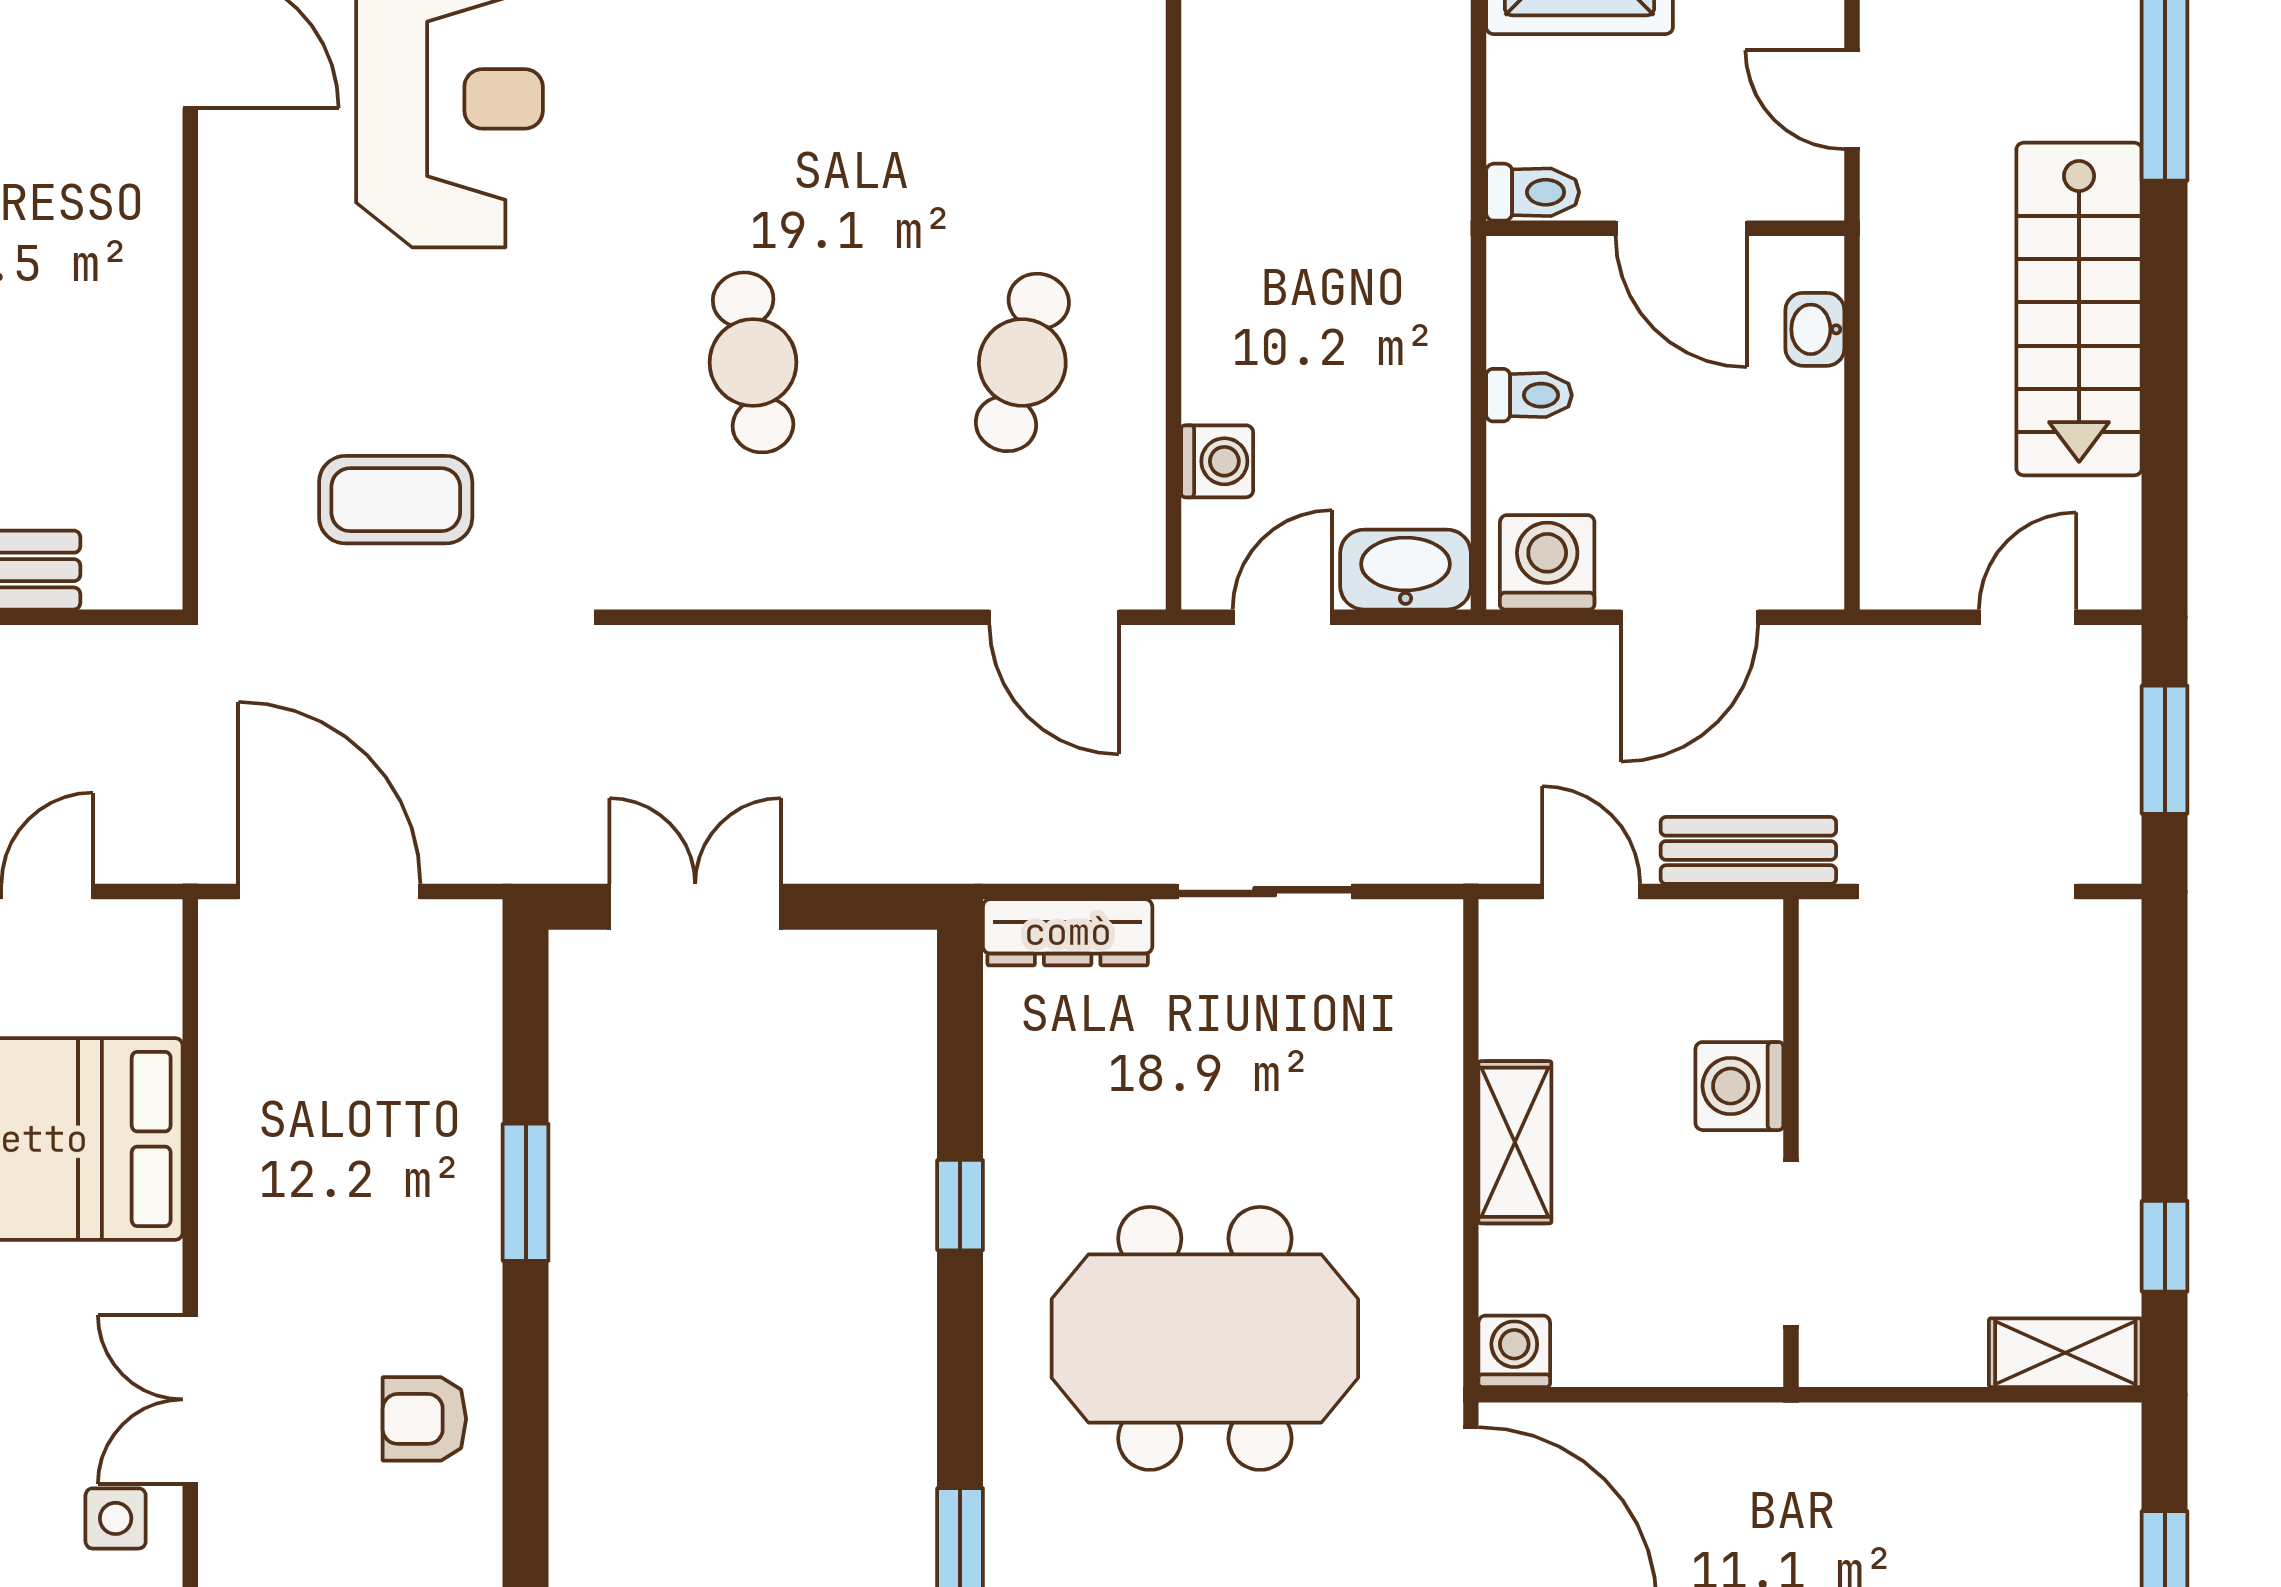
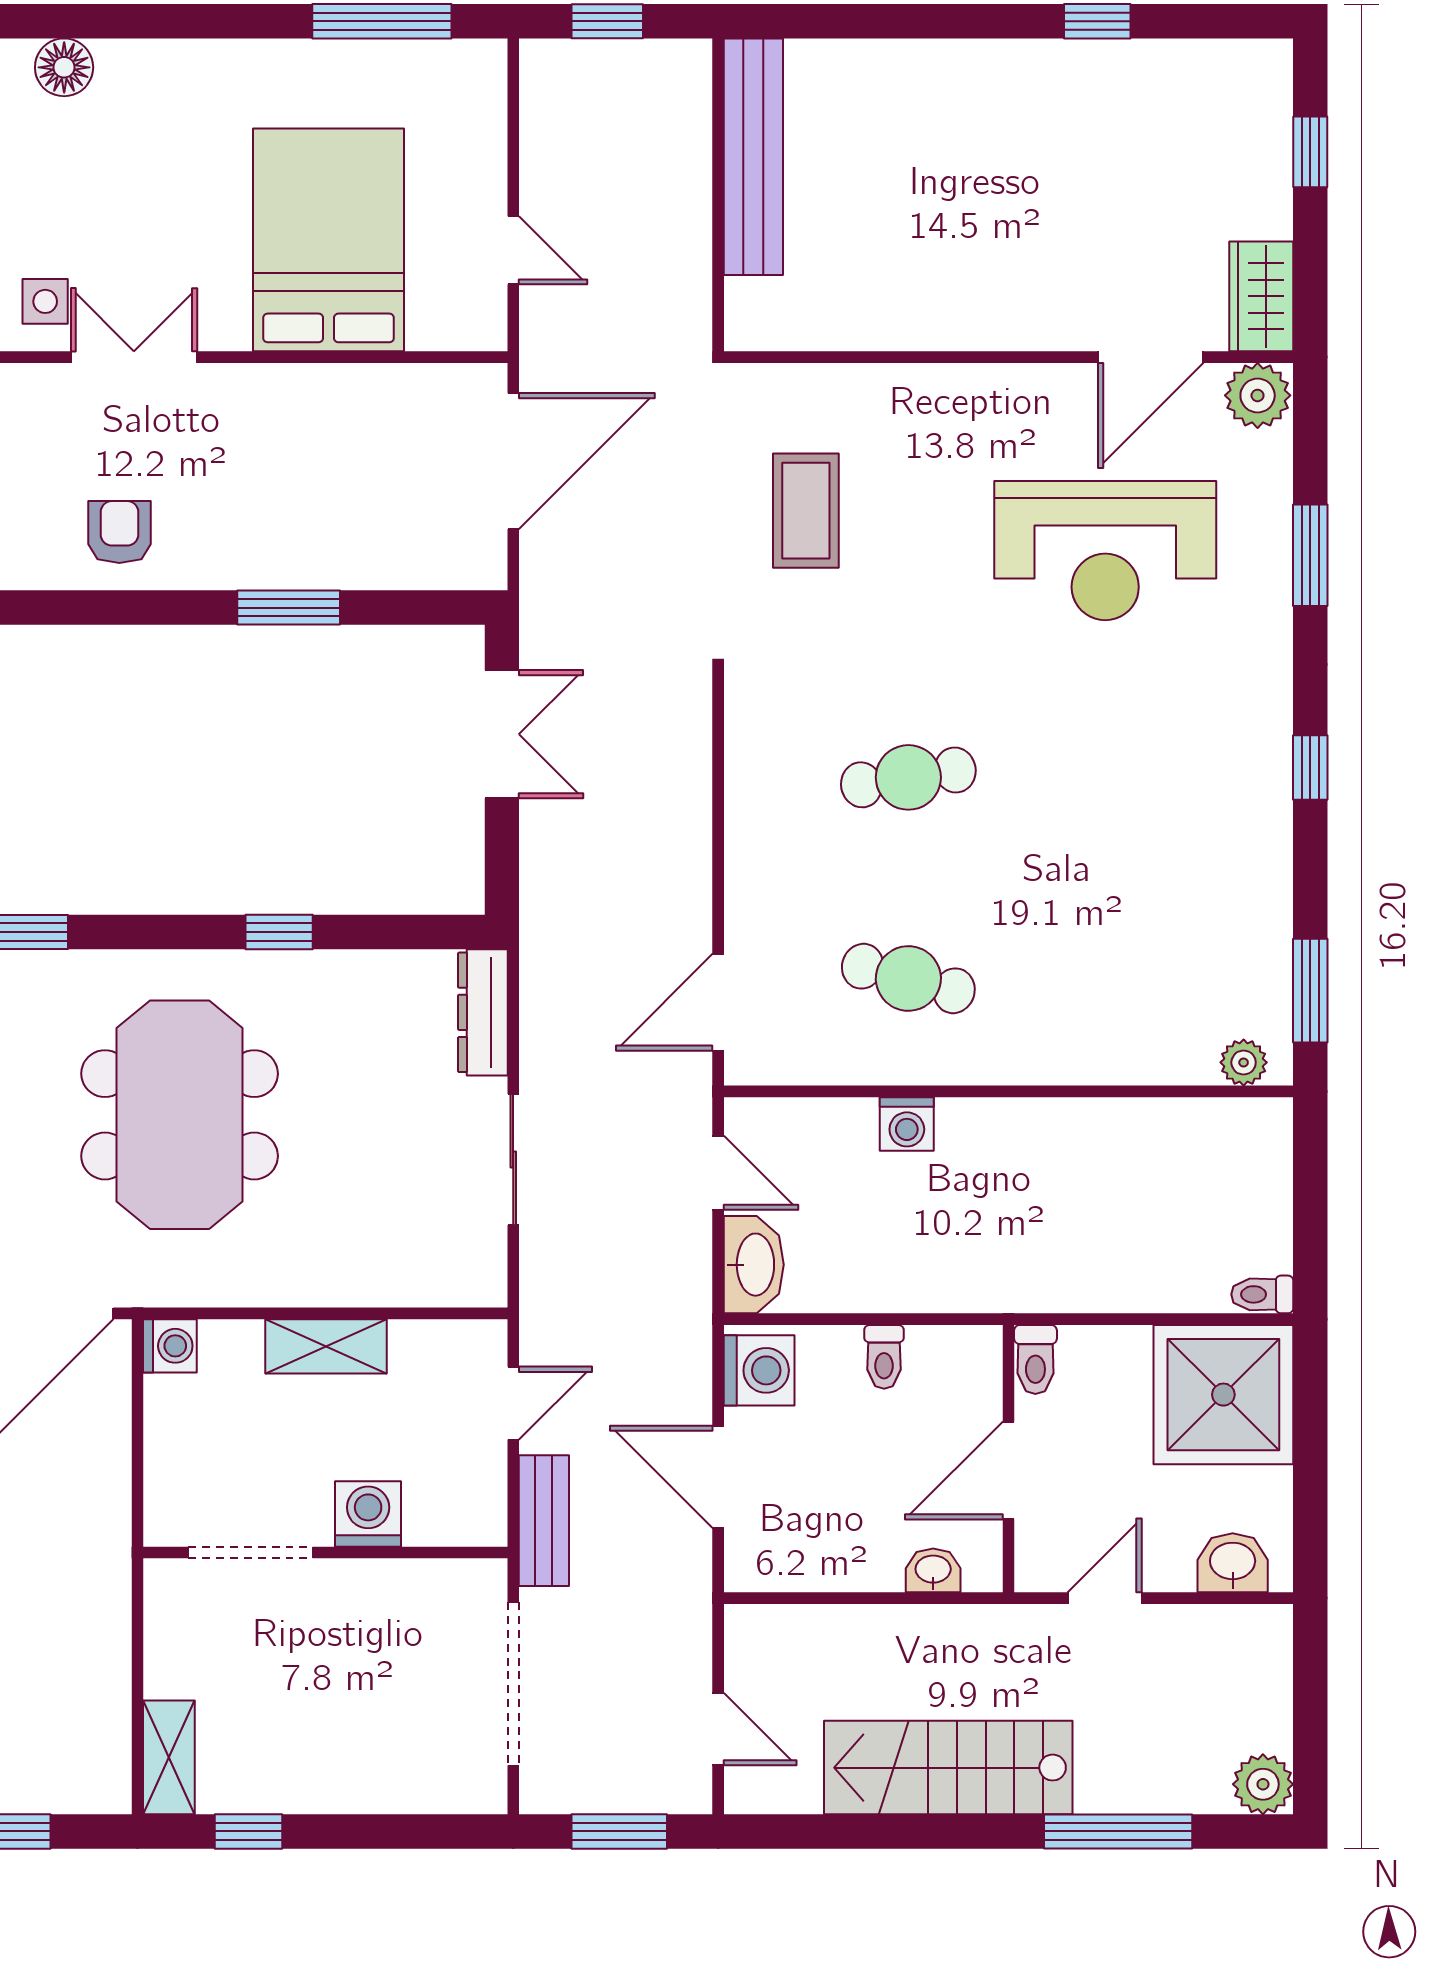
washing machine: (1217, 461) -> (907, 1124), moved

